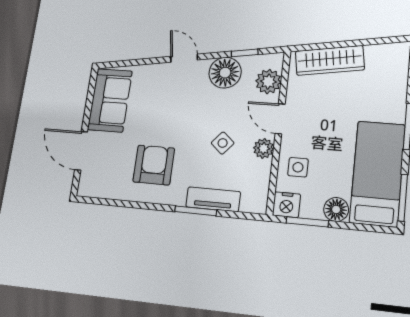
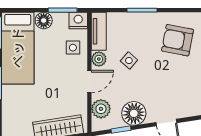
door: (280, 119) -> (89, 82), hinge flipped
armchair: (154, 165) -> (178, 40), turned 101
tv unit: (213, 199) -> (99, 31), moved, turned -90

